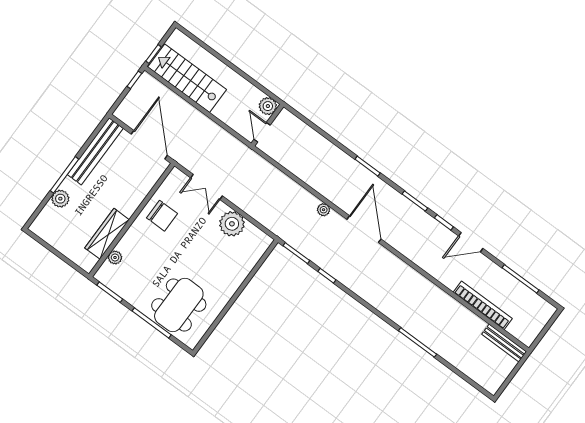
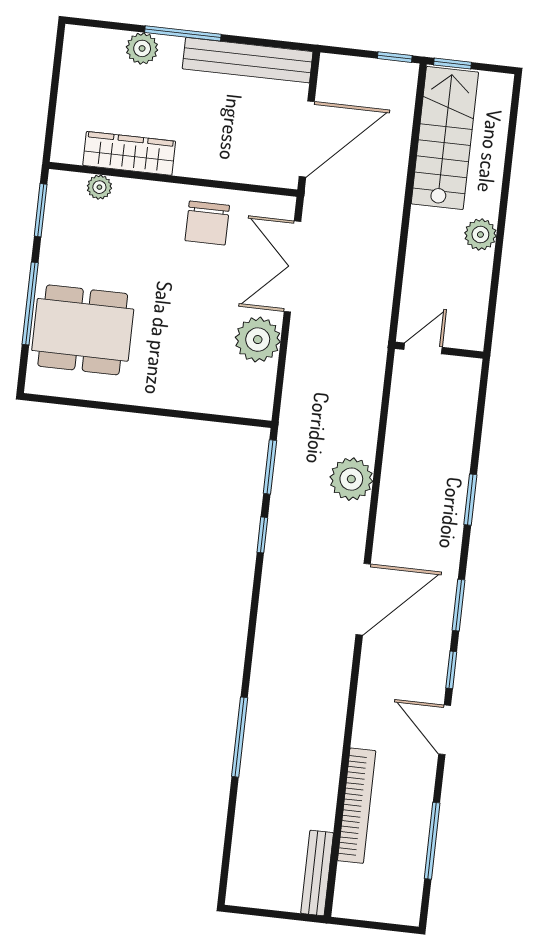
plant: (268, 106) -> (480, 235), moved
wall: (267, 125) -> (439, 350), moved
door: (262, 132) -> (423, 348), moved
double door: (206, 187) -> (292, 266), width x1.37
plant: (324, 210) -> (351, 479), width x1.88, depth x1.88
door: (364, 229) -> (363, 599), moved

